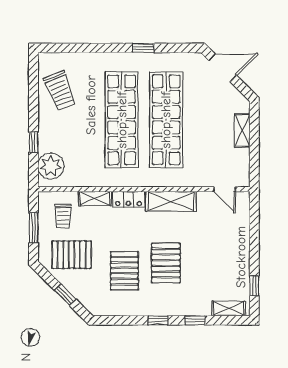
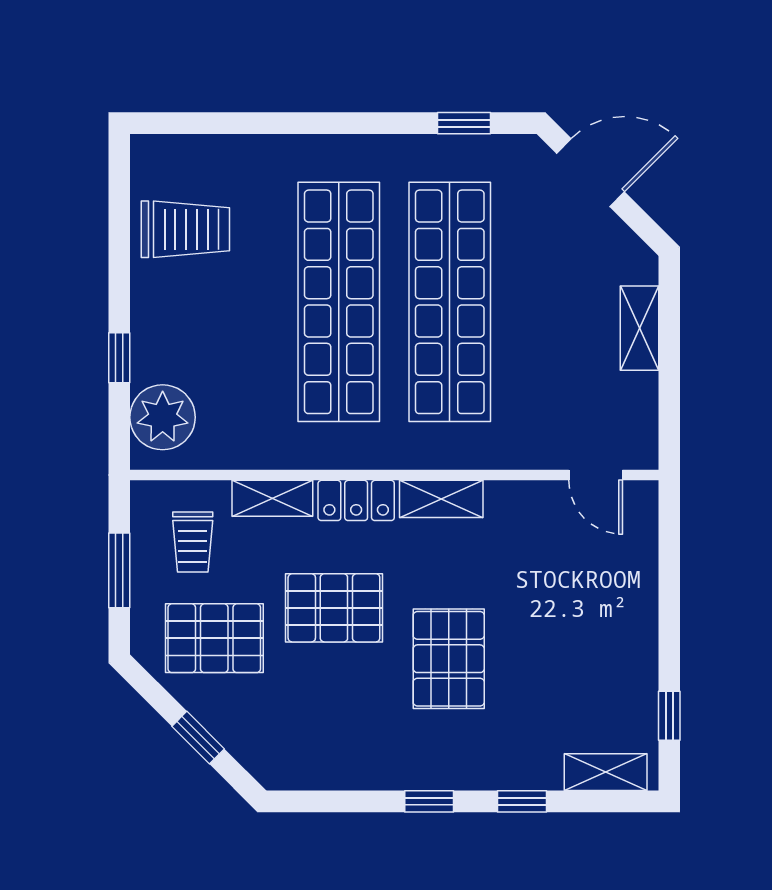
window: (143, 48) -> (464, 123), moved
trolley: (60, 91) -> (185, 229), turned -68
shelving: (171, 201) -> (441, 499), width x0.67, depth x0.75
pallet: (124, 271) -> (334, 608), moved, turned 90

